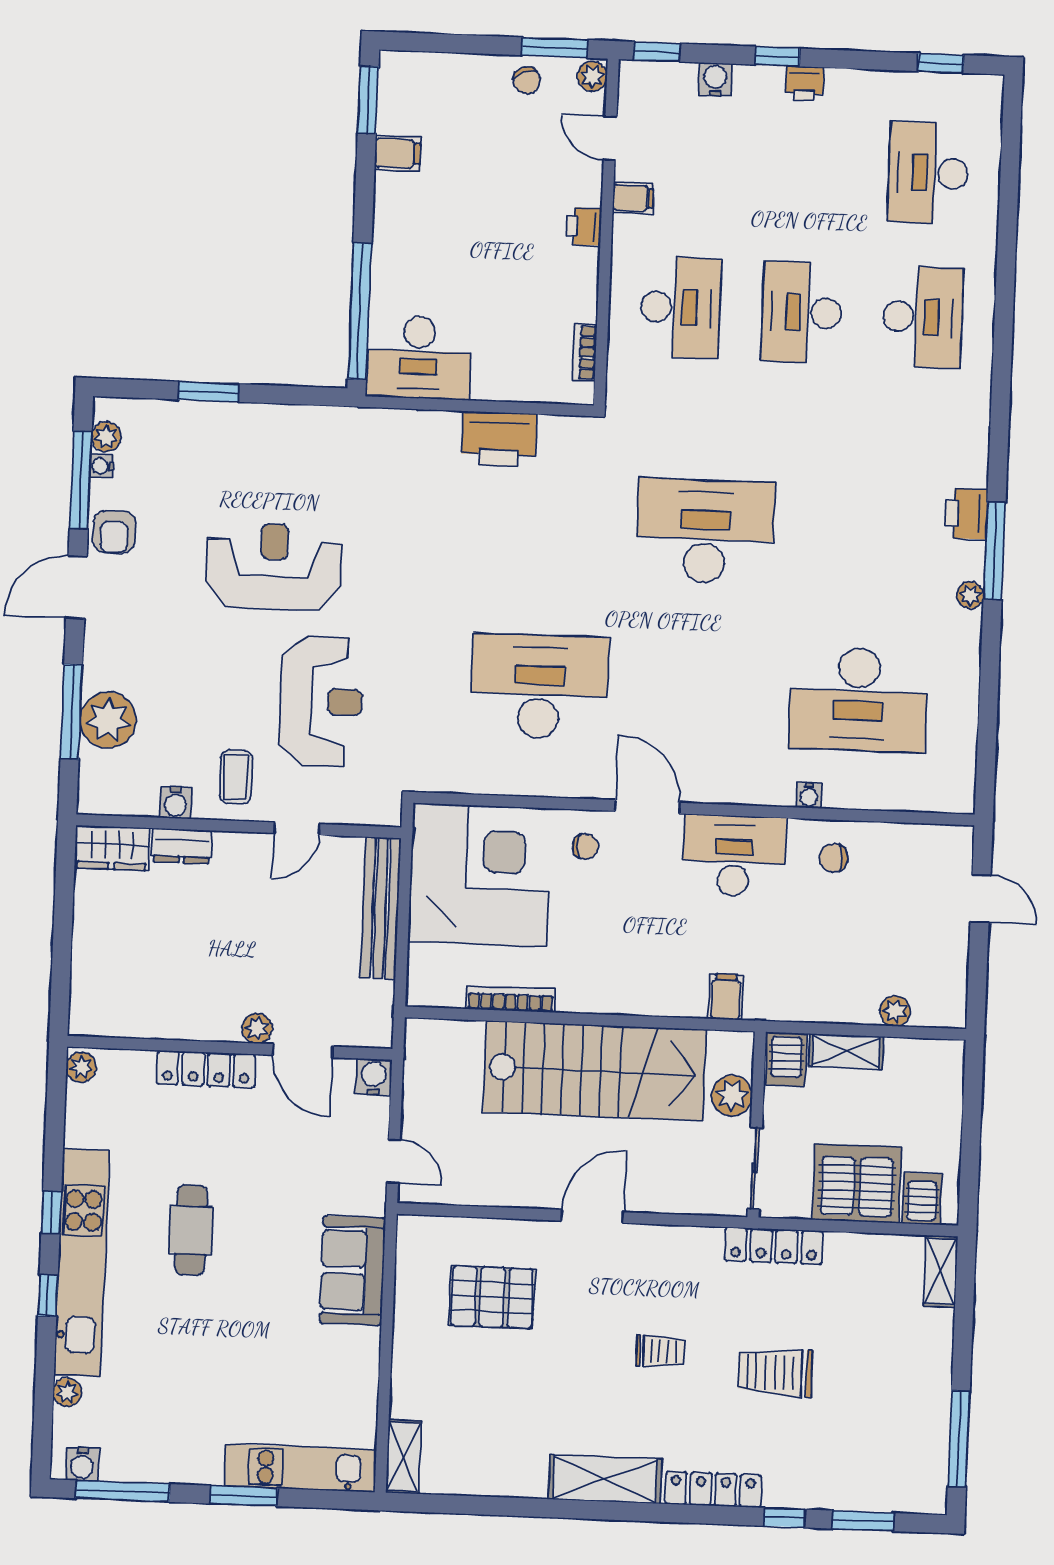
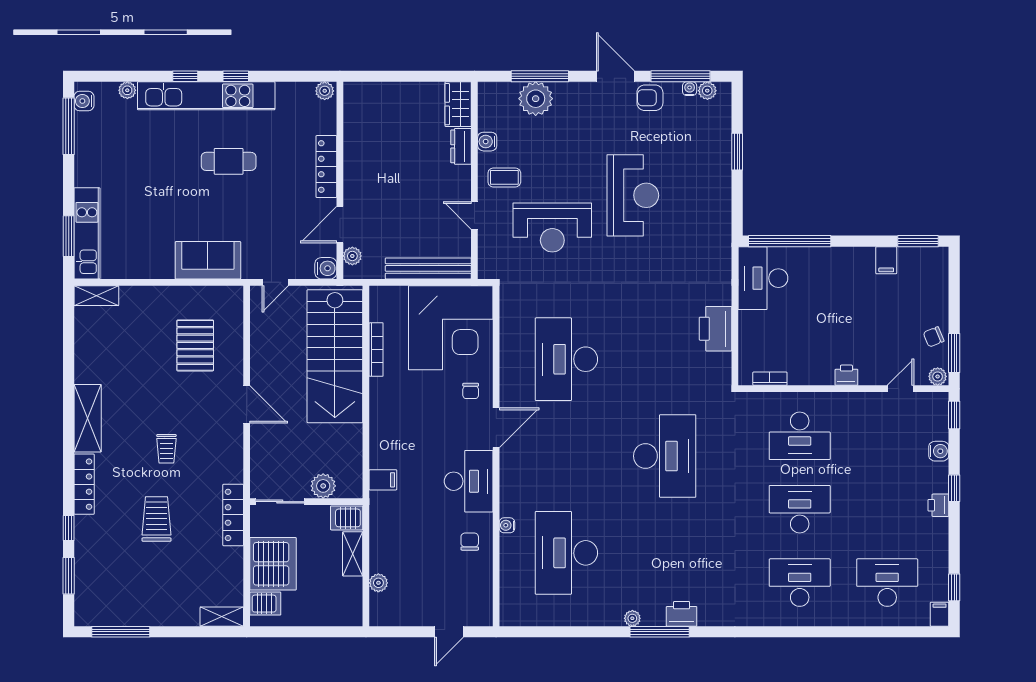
filing cabinet: (633, 198) -> (940, 614), moved, turned 180
desk: (923, 317) -> (800, 583), turned 180
desk: (539, 687) -> (566, 359), turned 180
plant: (257, 1028) -> (352, 256), moved
stairs: (595, 1071) -> (335, 356), moved
window: (243, 1496) -> (69, 236), moved

